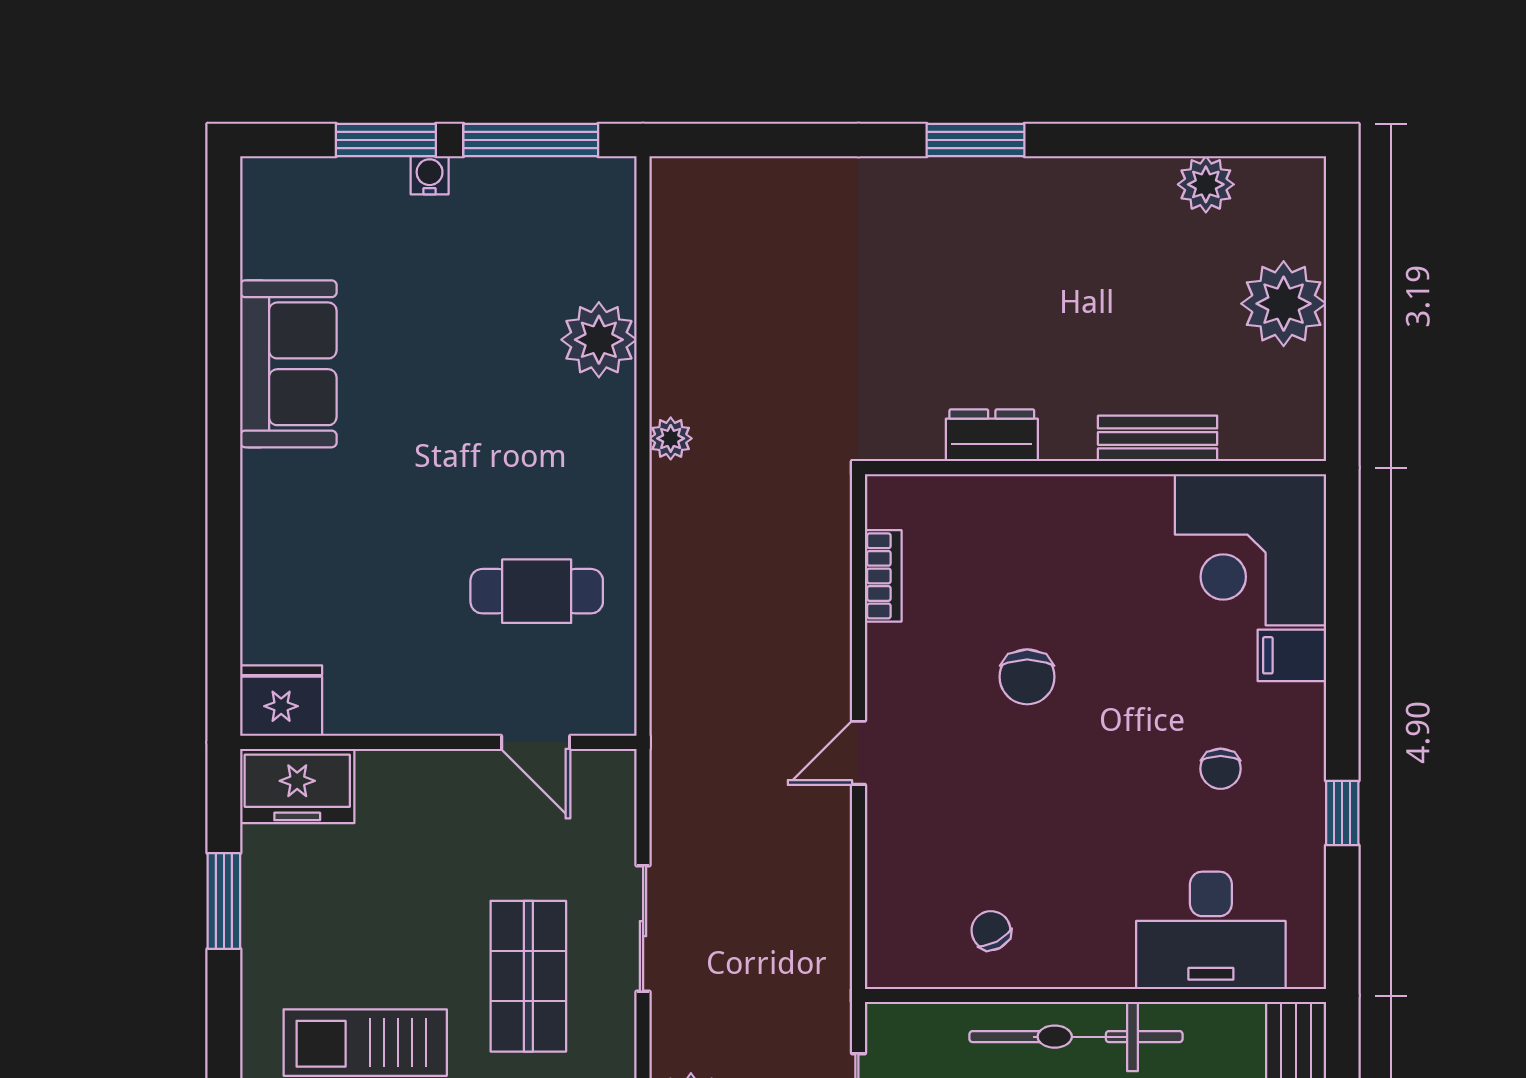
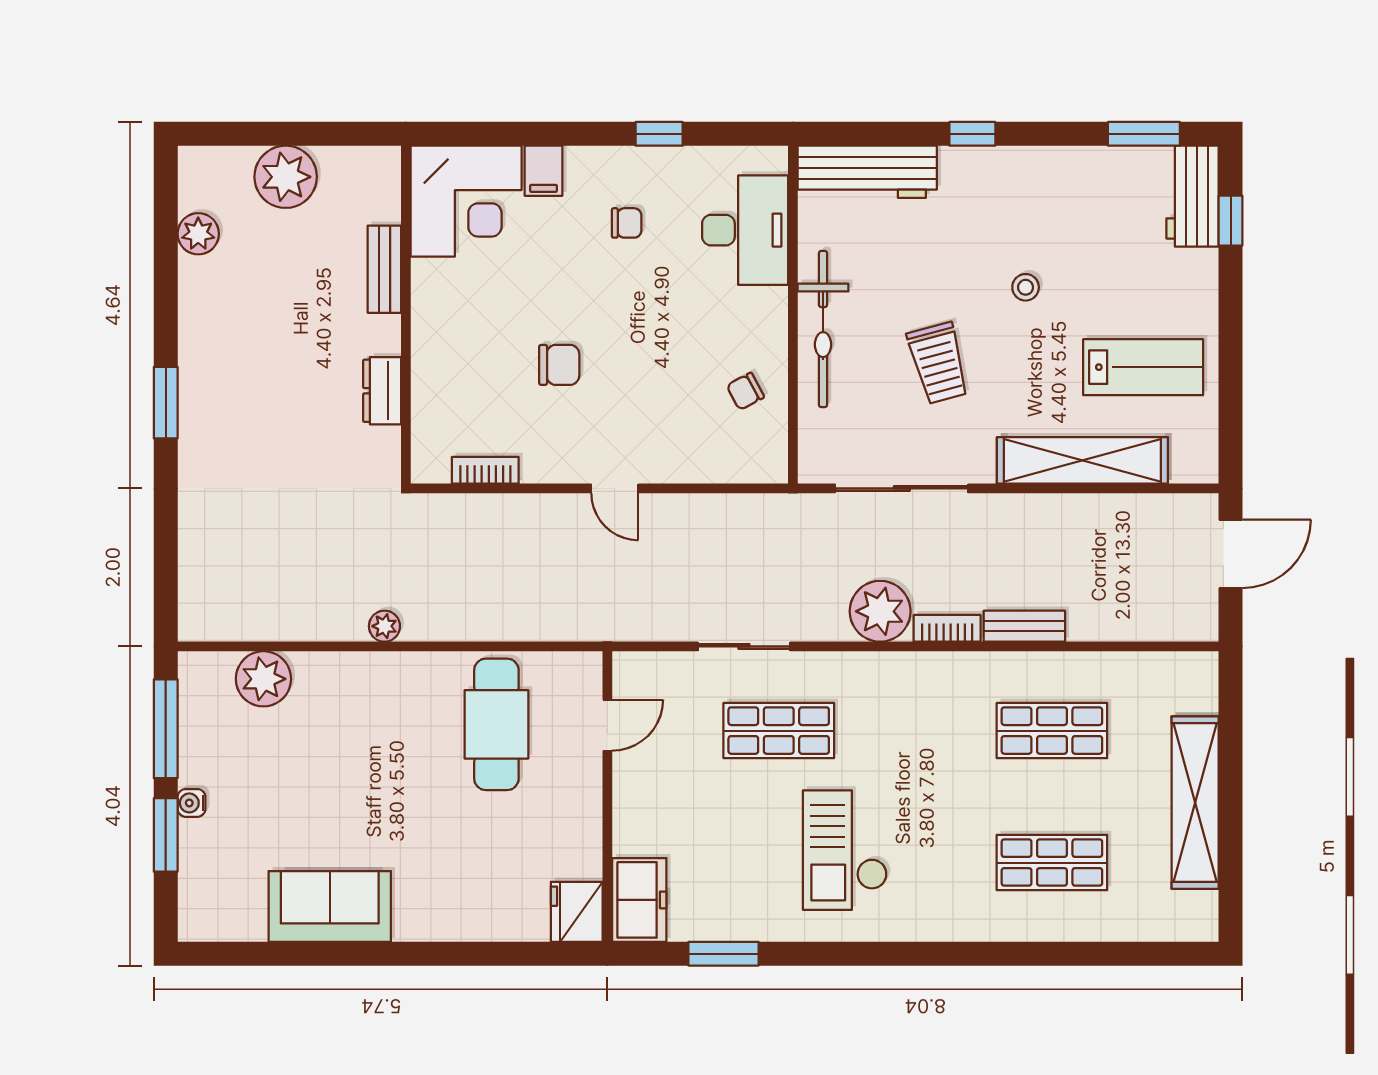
plant: (599, 340) -> (263, 679), moved
cafe table: (537, 591) -> (496, 724), width x1.37, depth x1.35

